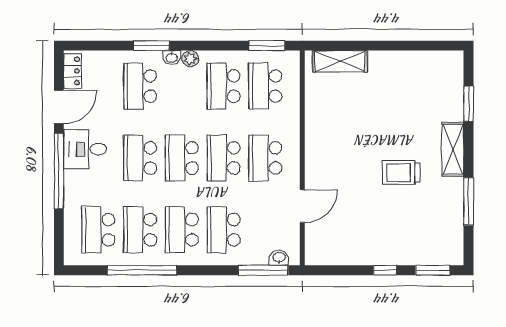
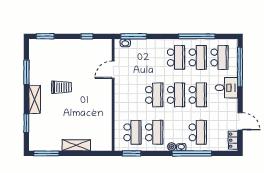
window: (151, 46) -> (192, 153), width x2.11
window: (430, 46) -> (46, 153), added
shelving: (340, 61) -> (76, 145), moved
door: (59, 107) -> (240, 121), swing flipped
desk: (85, 149) -> (226, 88), moved
school desk: (265, 158) -> (132, 95), removed
window: (59, 171) -> (240, 67), moved
school desk: (224, 230) -> (154, 57), removed
window: (385, 270) -> (87, 36), moved

